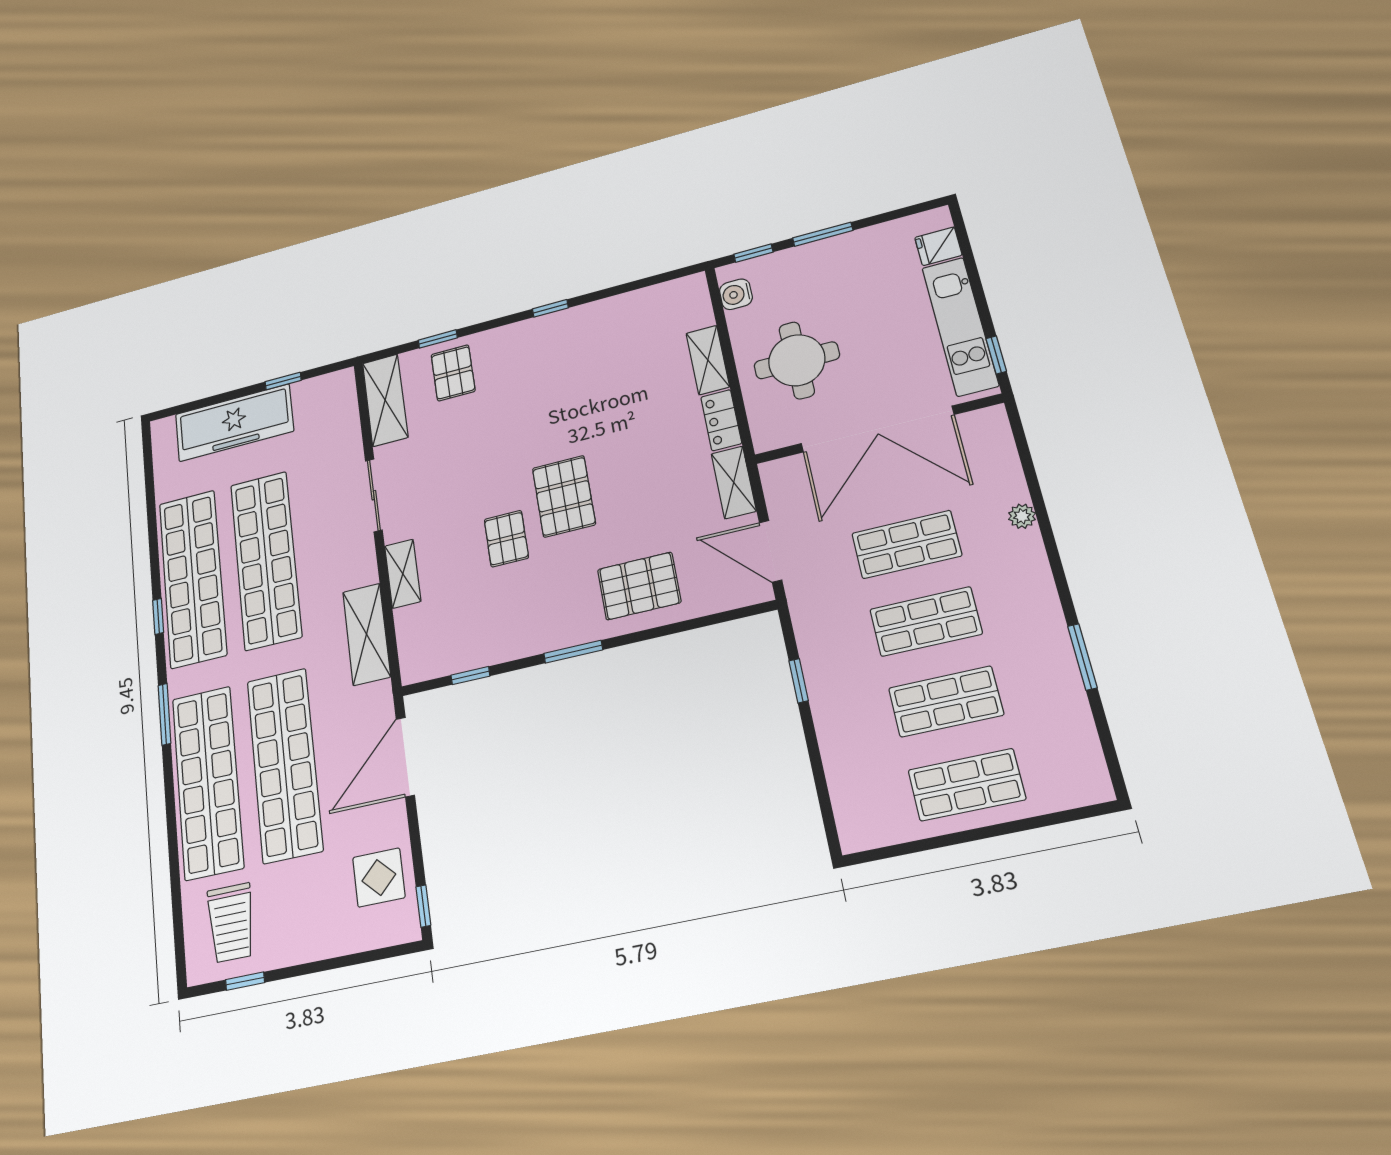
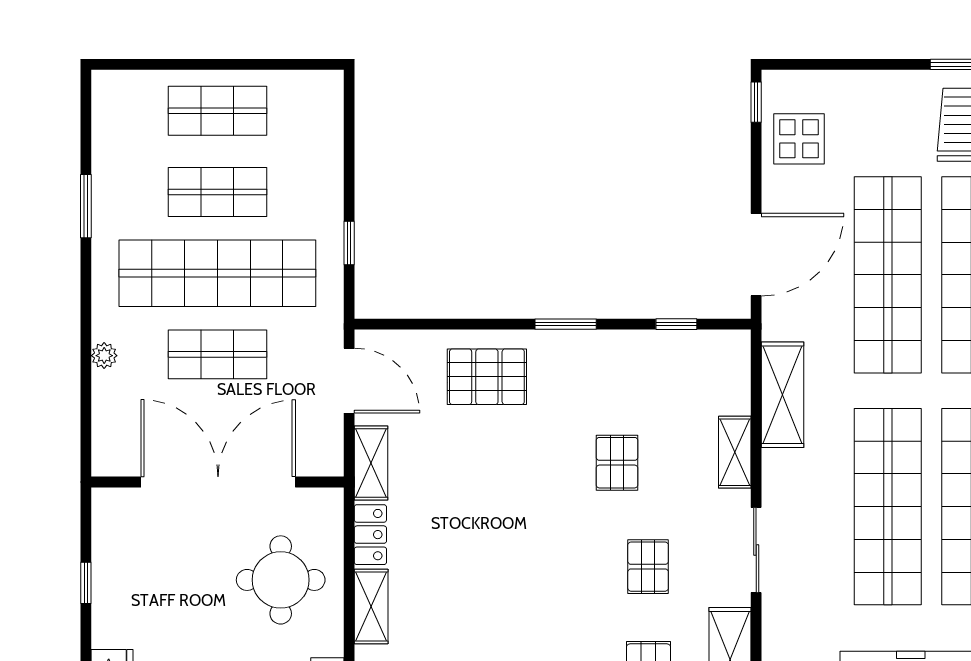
kitchen unit: (960, 326) -> (112, 571), removed
window: (996, 355) -> (86, 583), moved
pallet: (564, 496) -> (648, 567), moved, width x0.67, depth x0.71
shop shelf: (926, 622) -> (217, 273), width x2.00, depth x1.36

